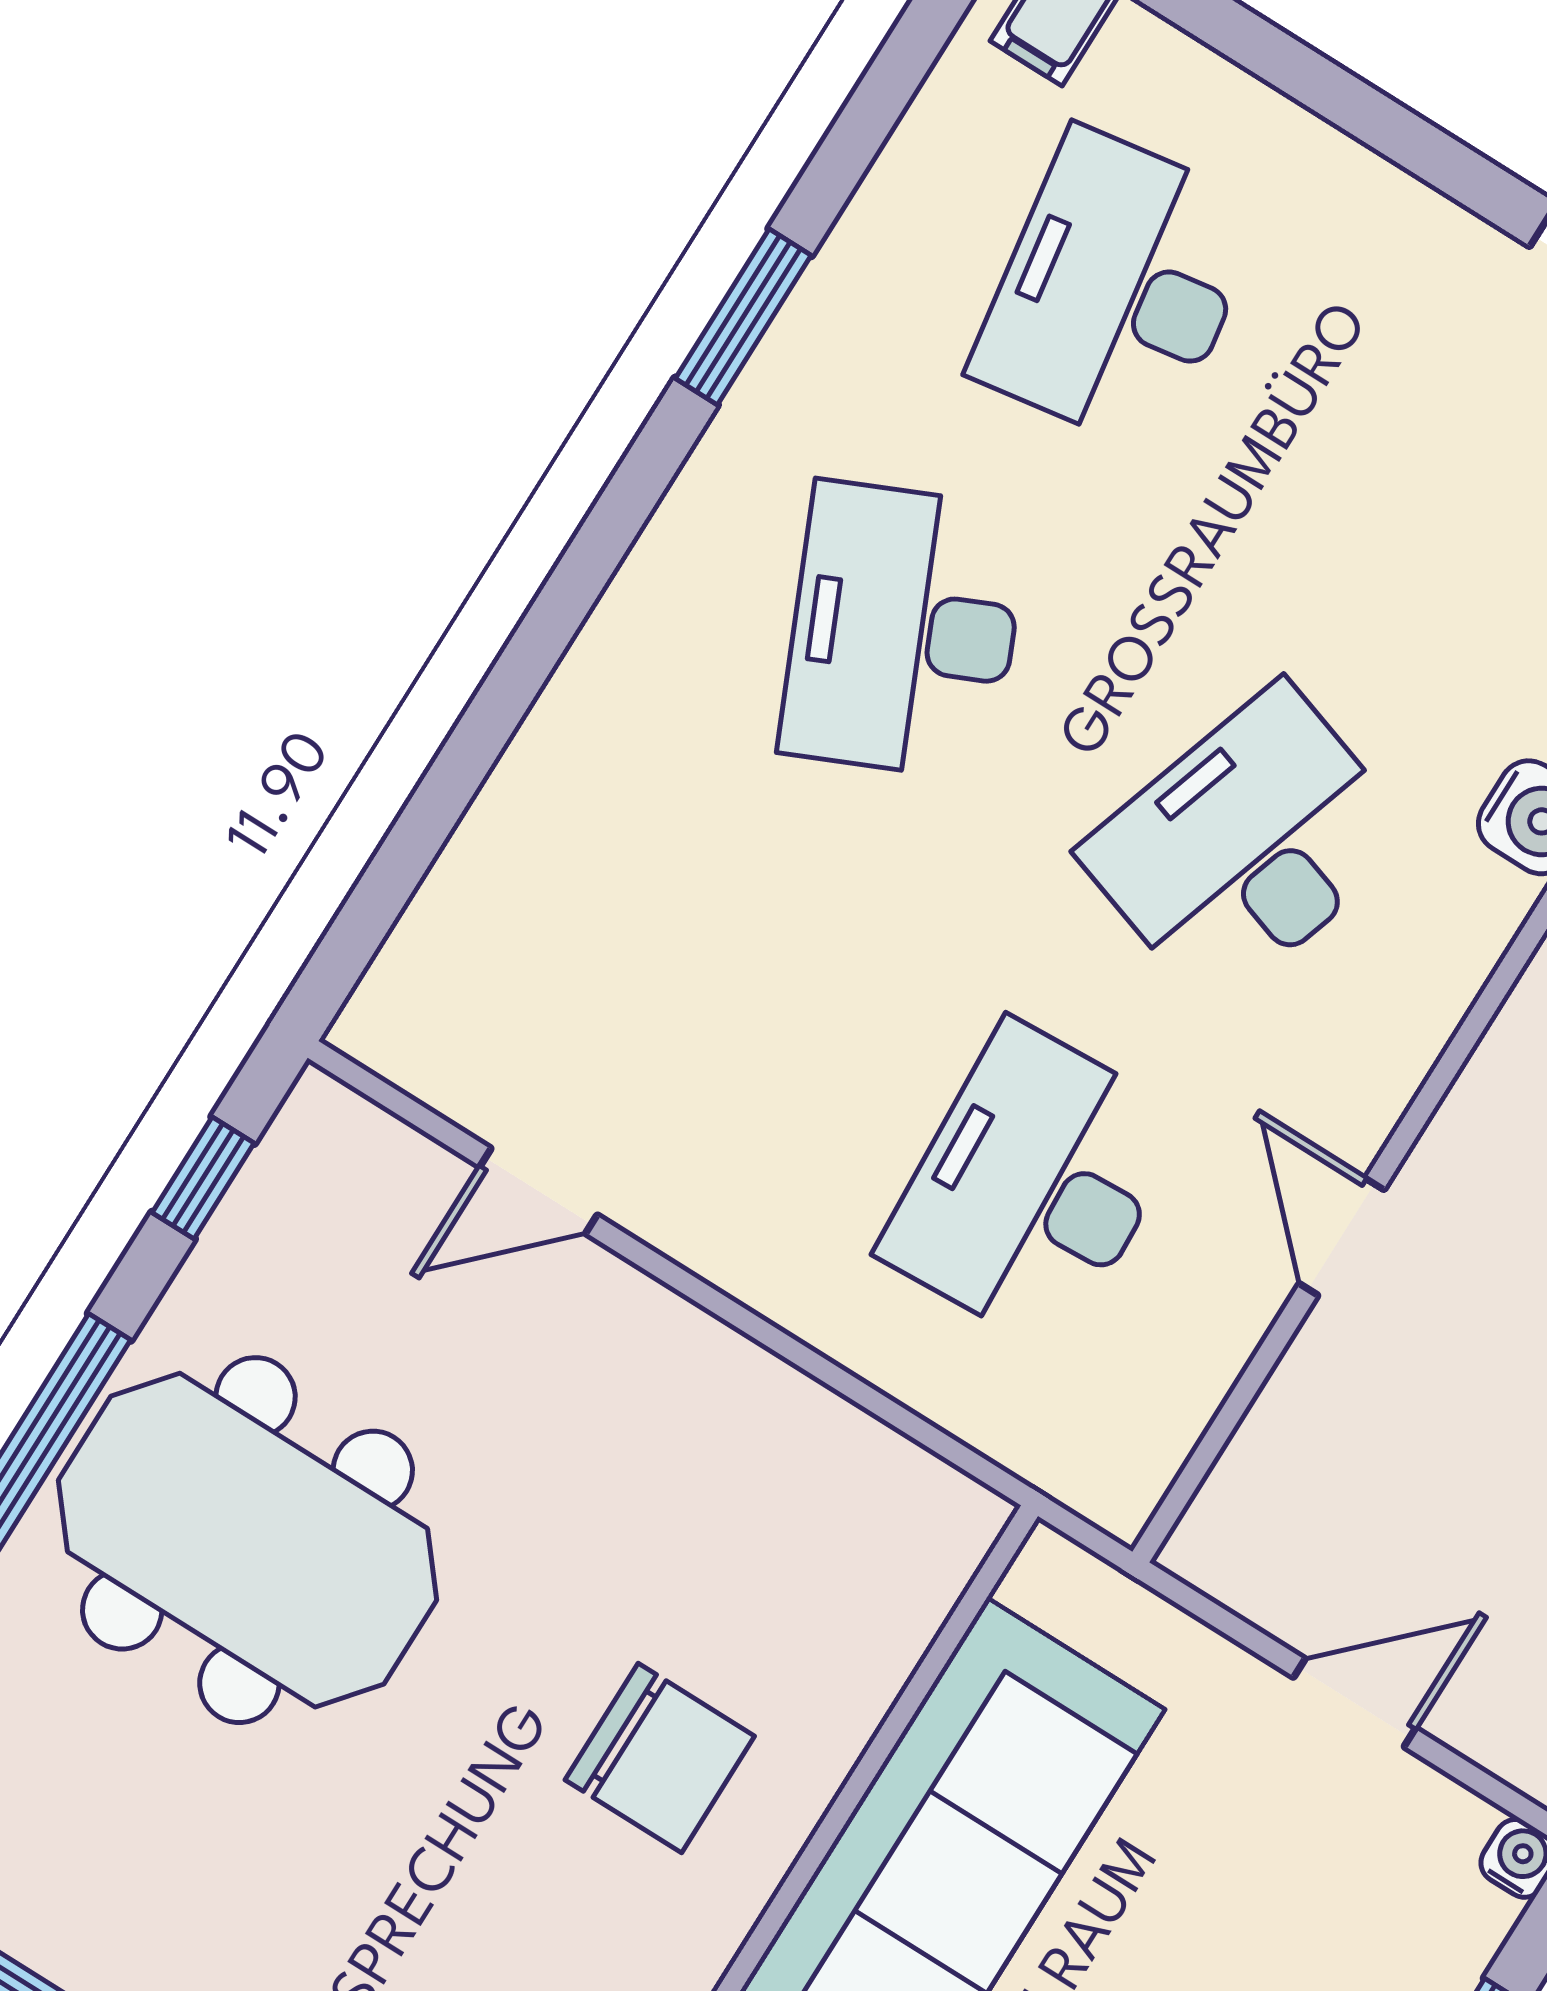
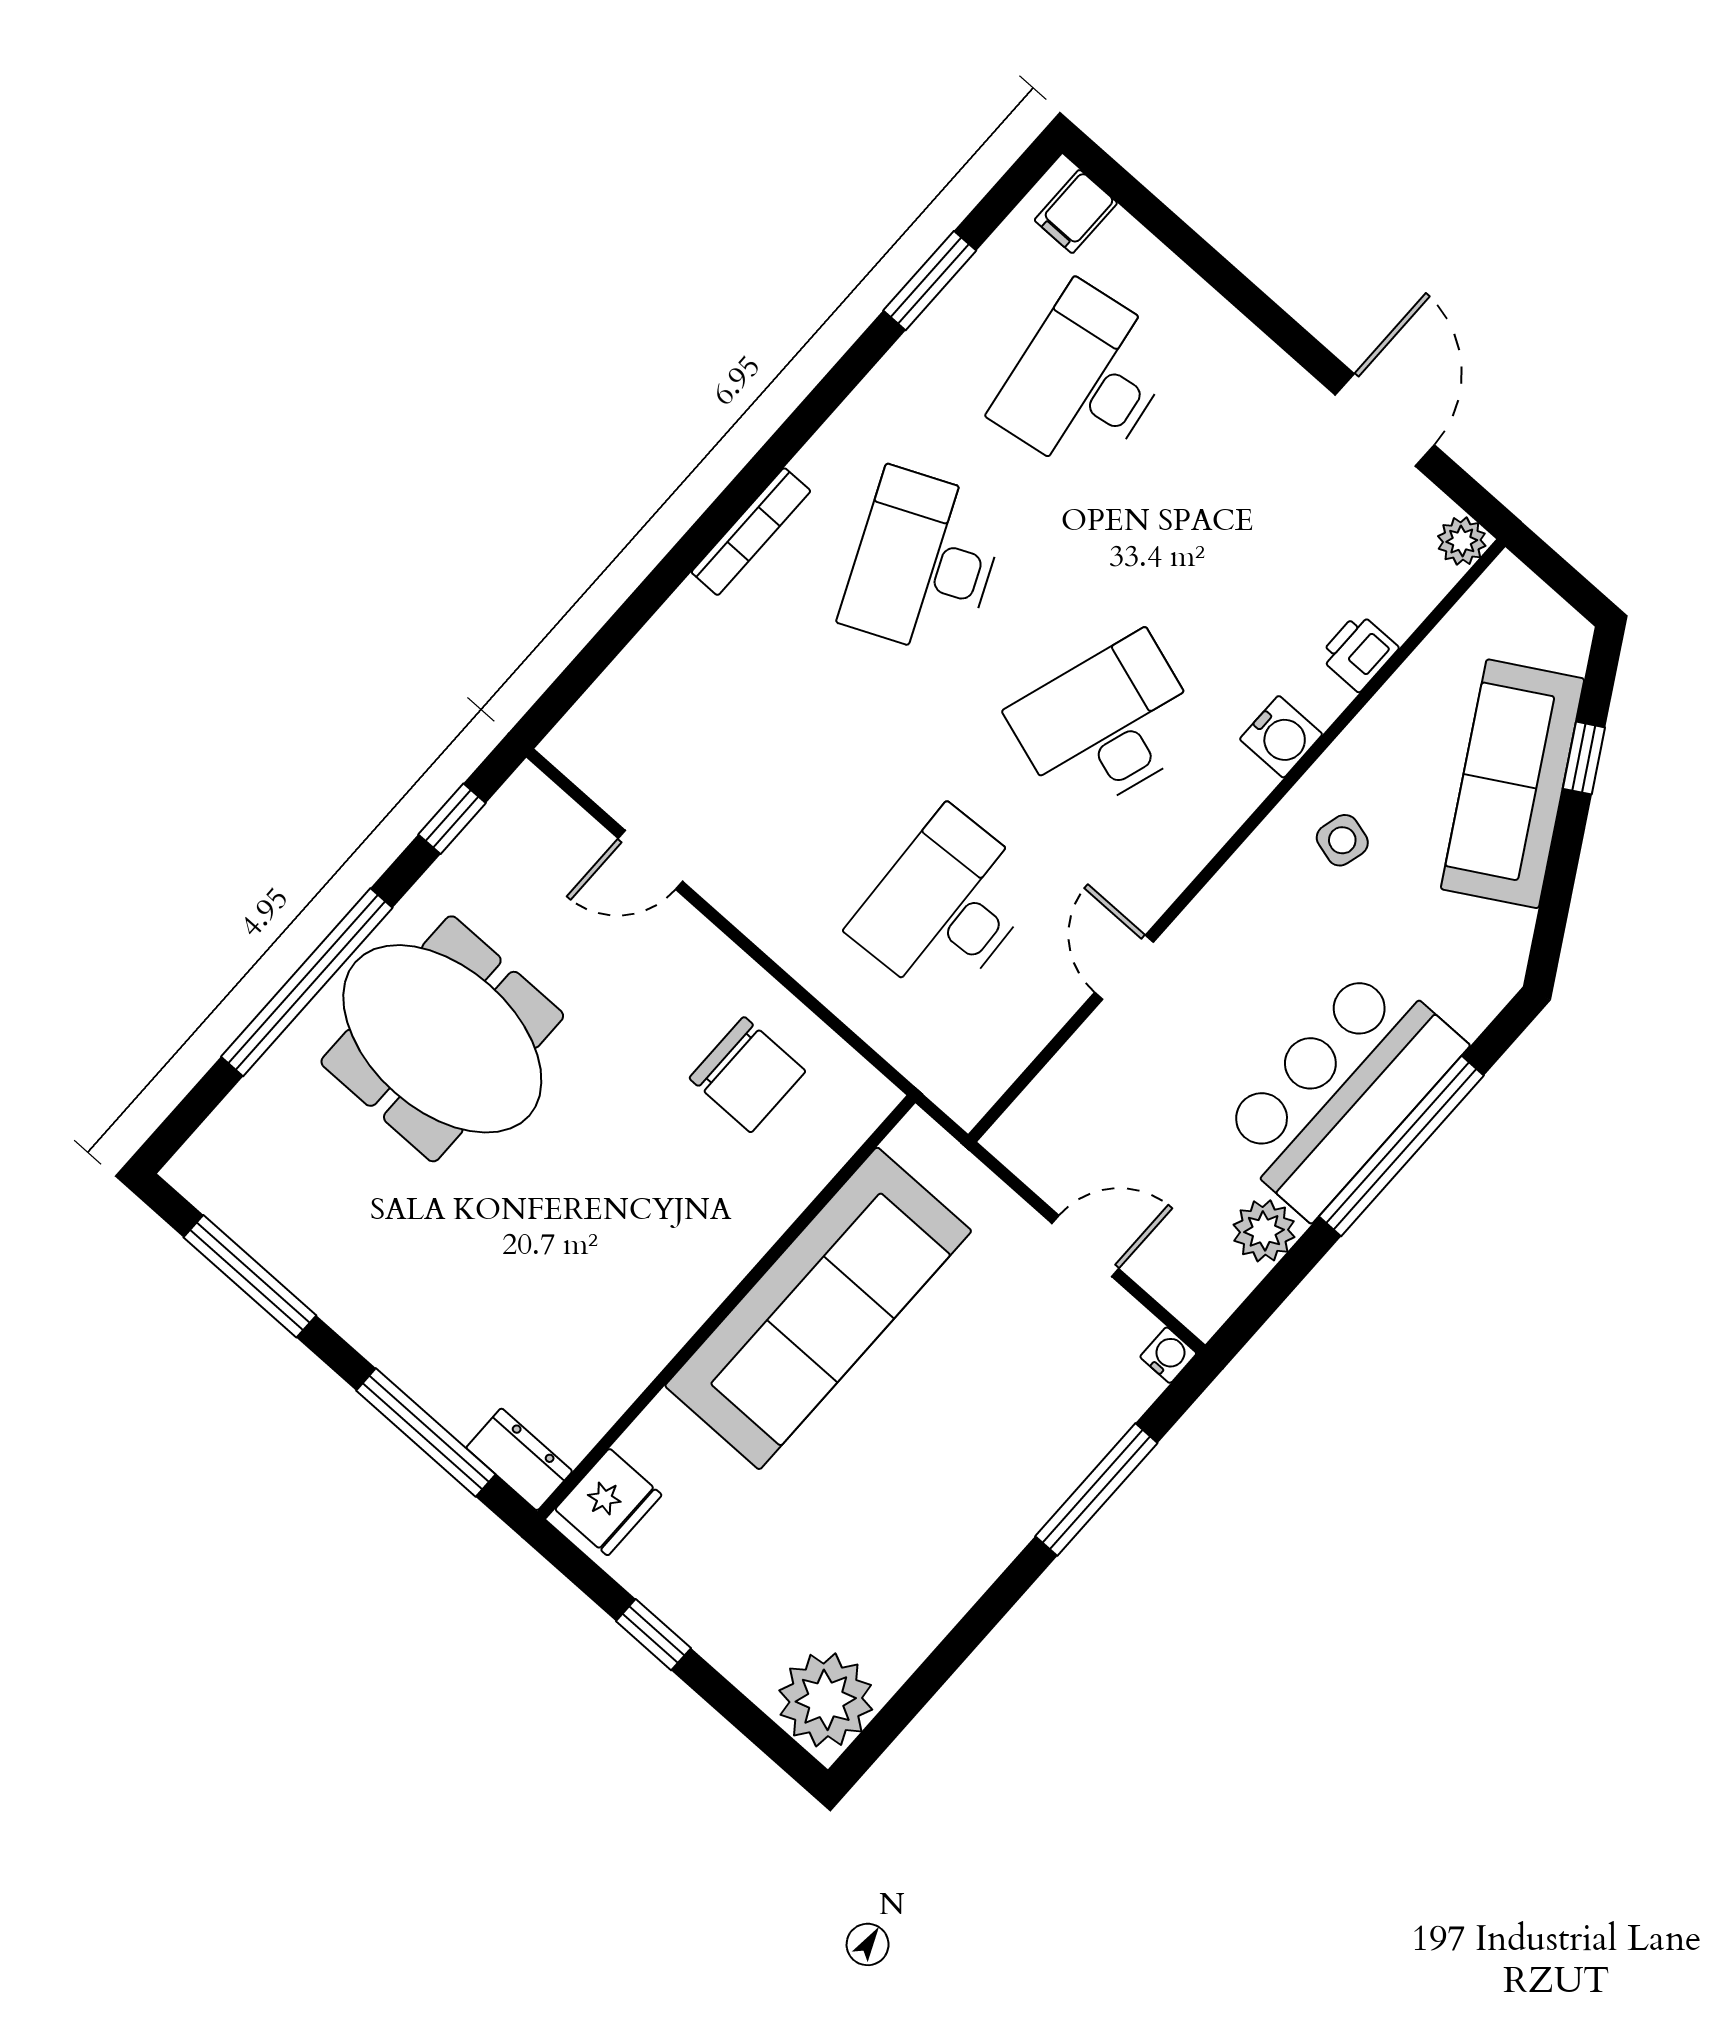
window: (743, 317) -> (930, 281), moved
bookcase: (613, 627) -> (751, 532), added
chair: (660, 1758) -> (747, 1075), moved

